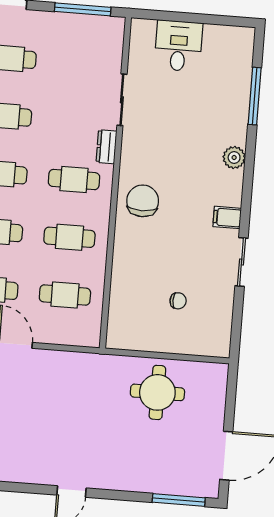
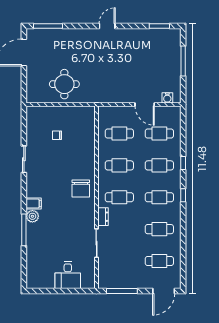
window: (255, 96) -> (24, 230), moved
filing cabinet: (227, 217) -> (34, 204), moved

